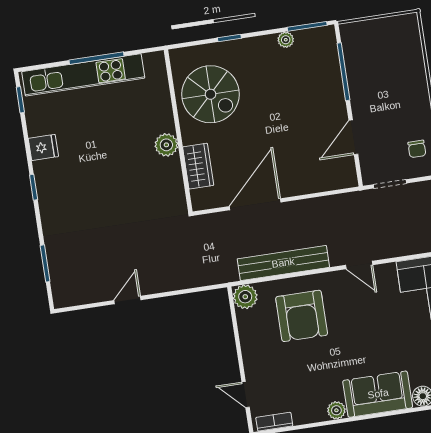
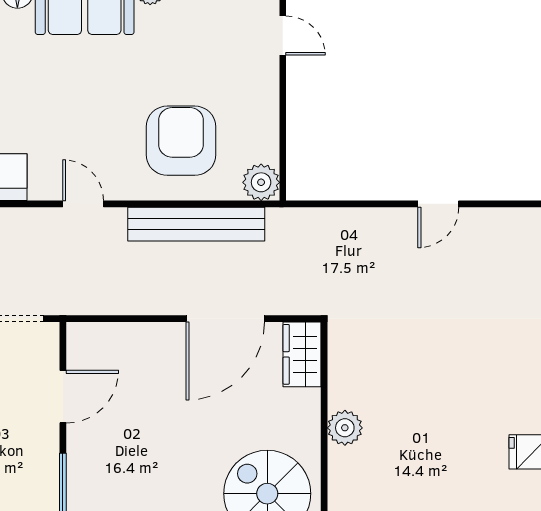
wardrobe: (198, 166) -> (302, 354), moved

